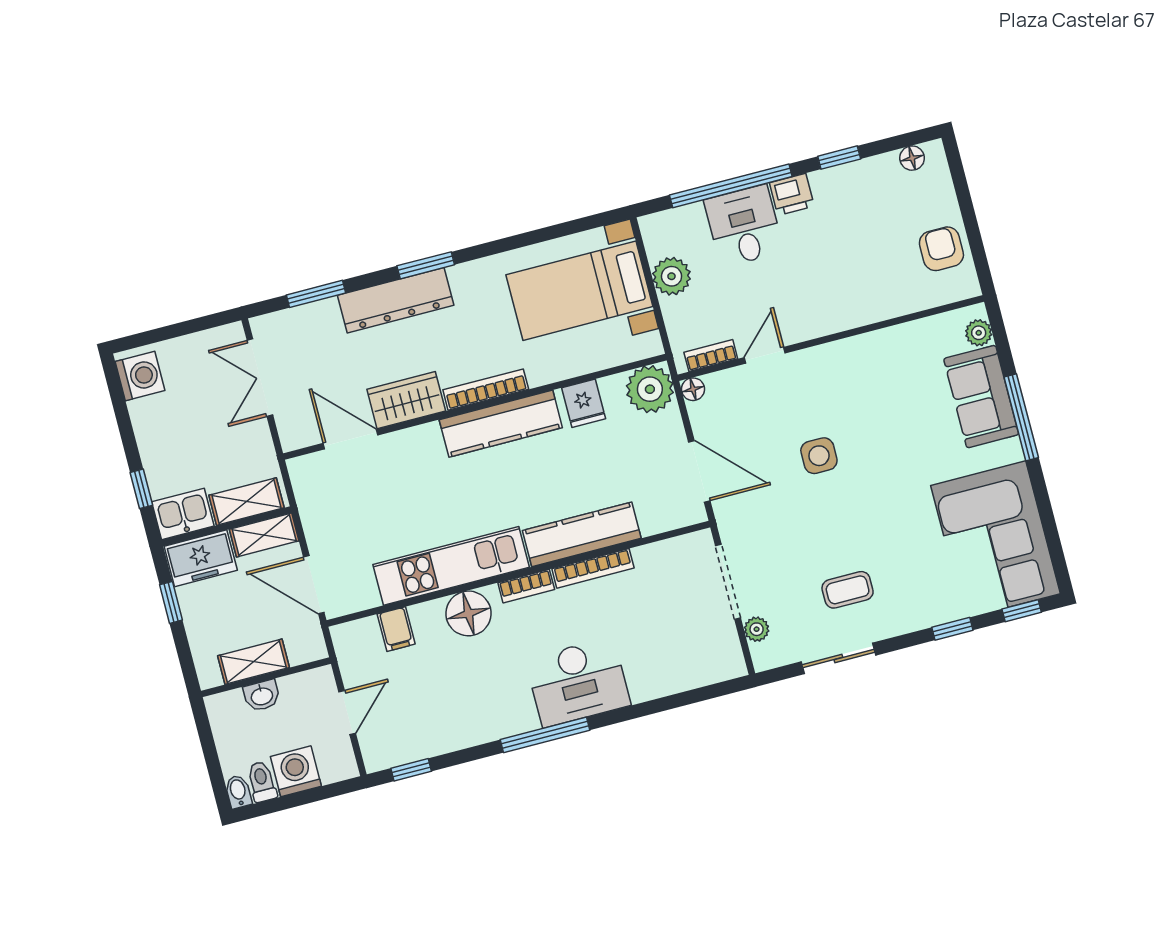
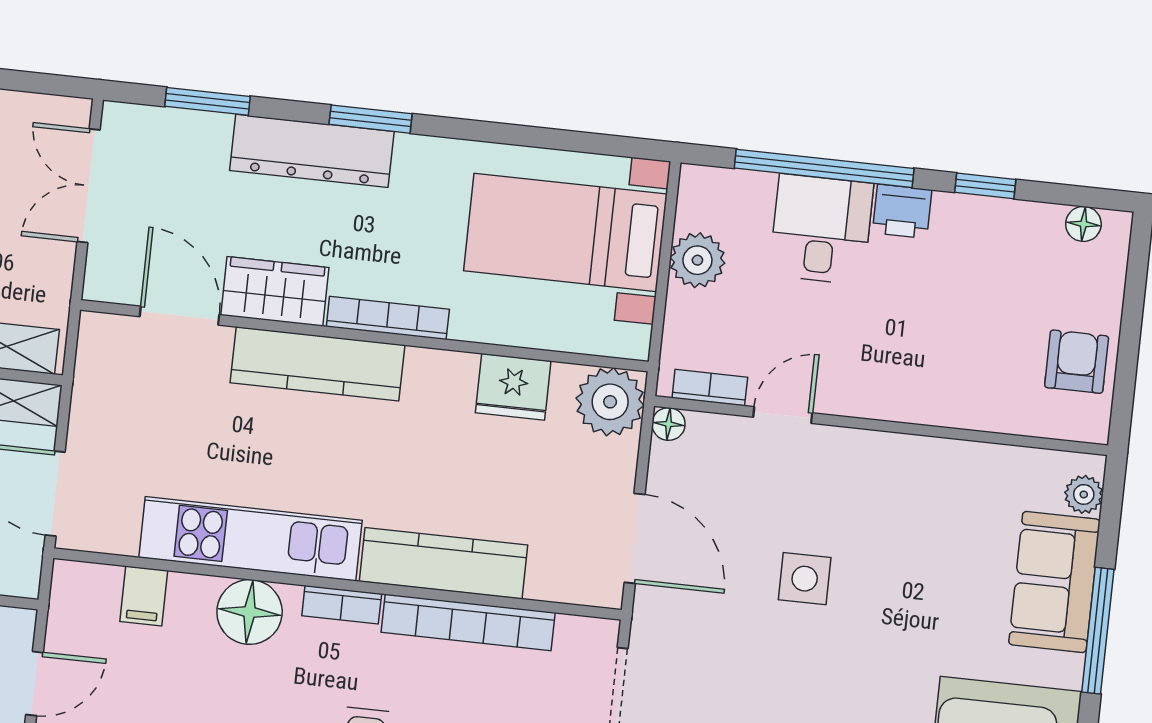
fridge: (584, 403) -> (513, 387), width x1.38
kitchen counter: (501, 424) -> (317, 364), moved
bookcase: (593, 568) -> (468, 622), width x1.48, depth x1.31

